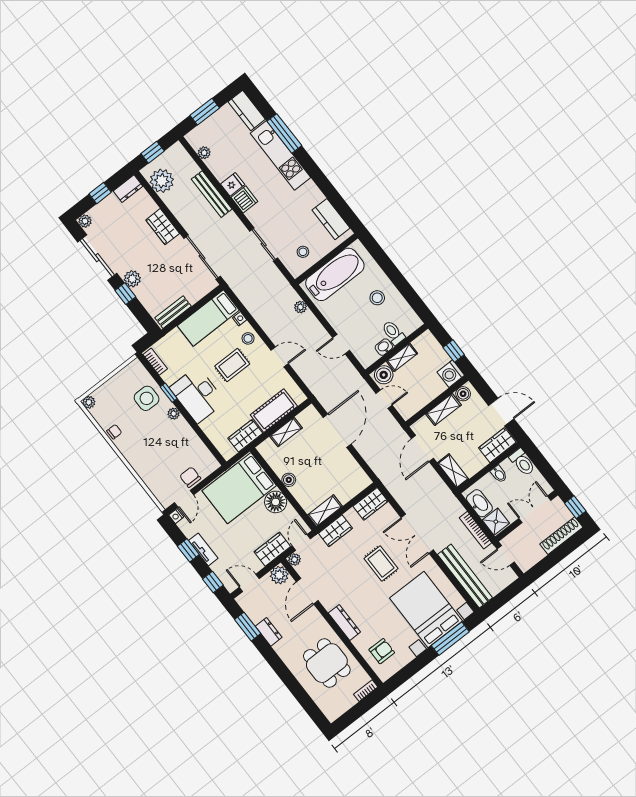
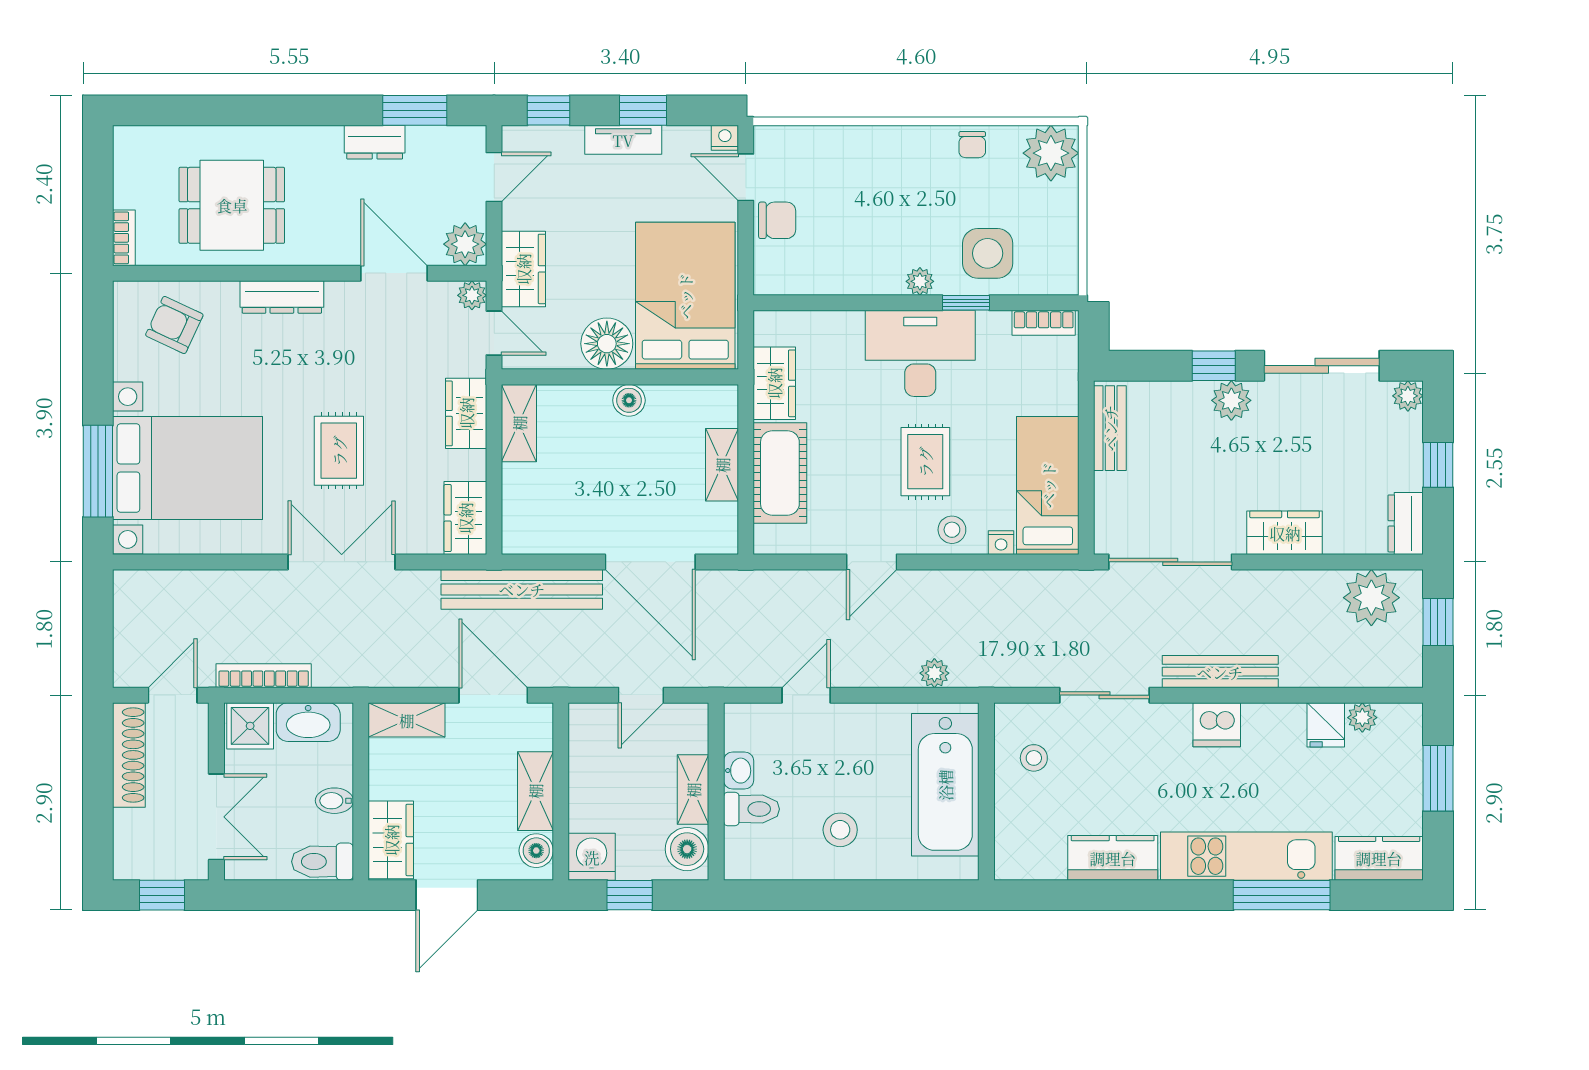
fridge: (233, 184) -> (1326, 725), moved
bench: (212, 194) -> (1220, 672), moved
kitchen counter: (331, 219) -> (1113, 858), moved
boiler: (384, 375) -> (687, 849), moved
plant: (89, 402) -> (1051, 153), width x1.88, depth x1.88
shoe rack: (561, 536) -> (129, 755), moved
rug: (381, 564) -> (339, 451), turned 90
bench: (465, 576) -> (522, 589), moved
armchair: (382, 651) -> (174, 325), turned 115

